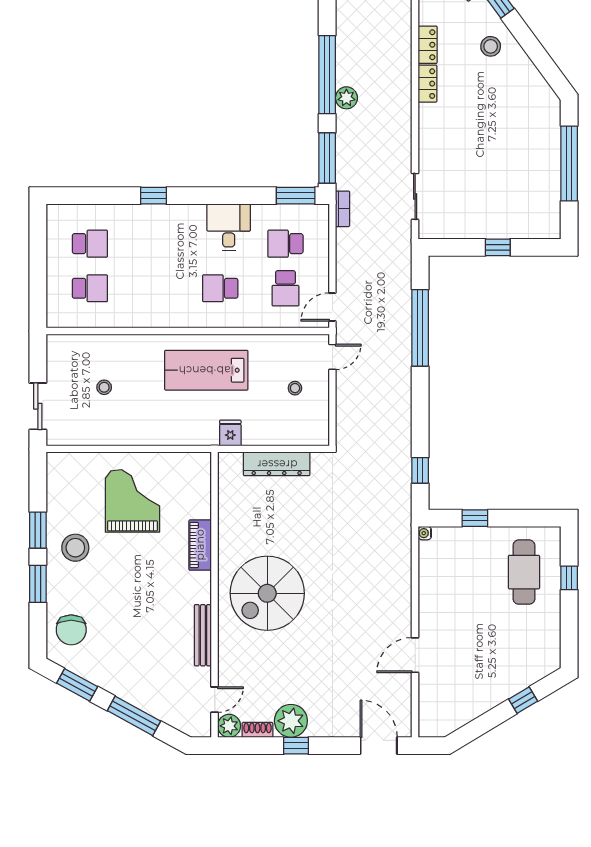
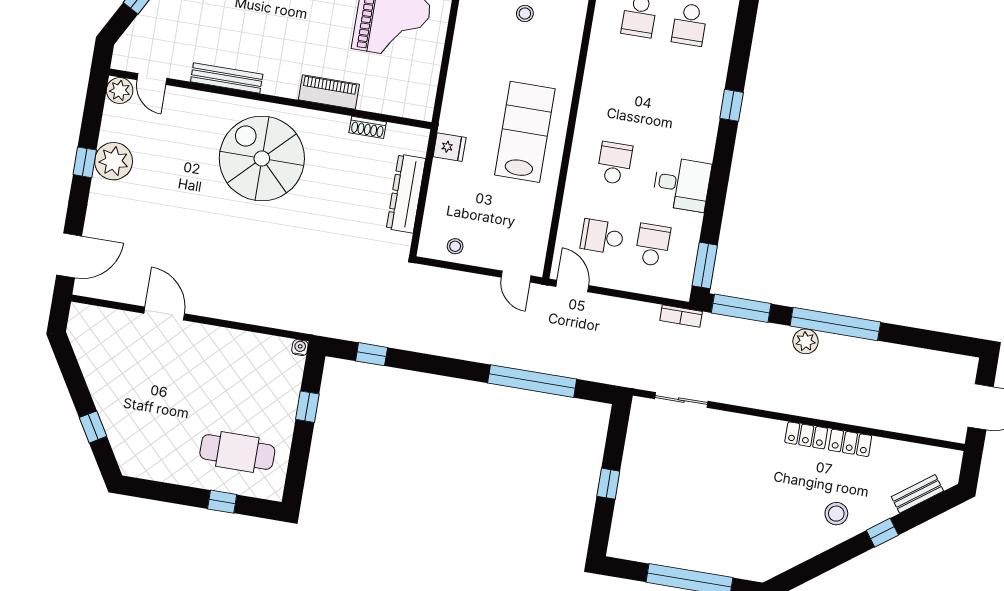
stool: (295, 388) -> (455, 246), moved
shoe rack: (258, 730) -> (368, 127), moved, turned 90

